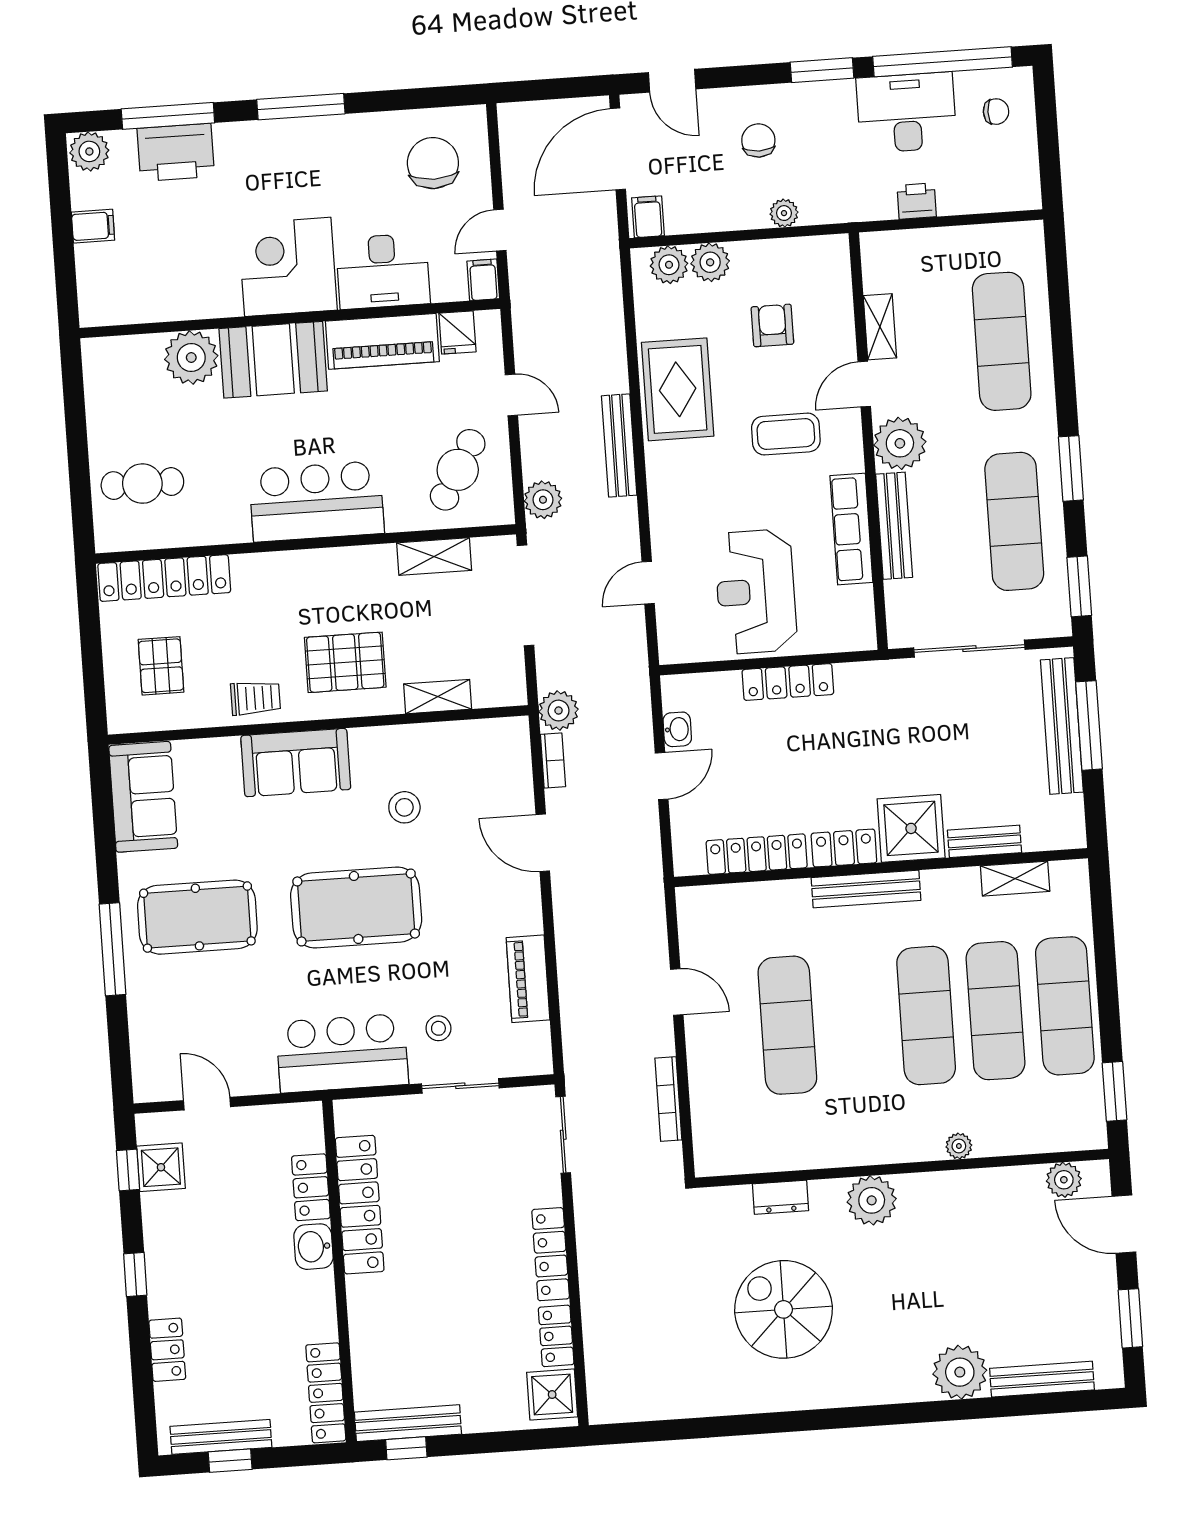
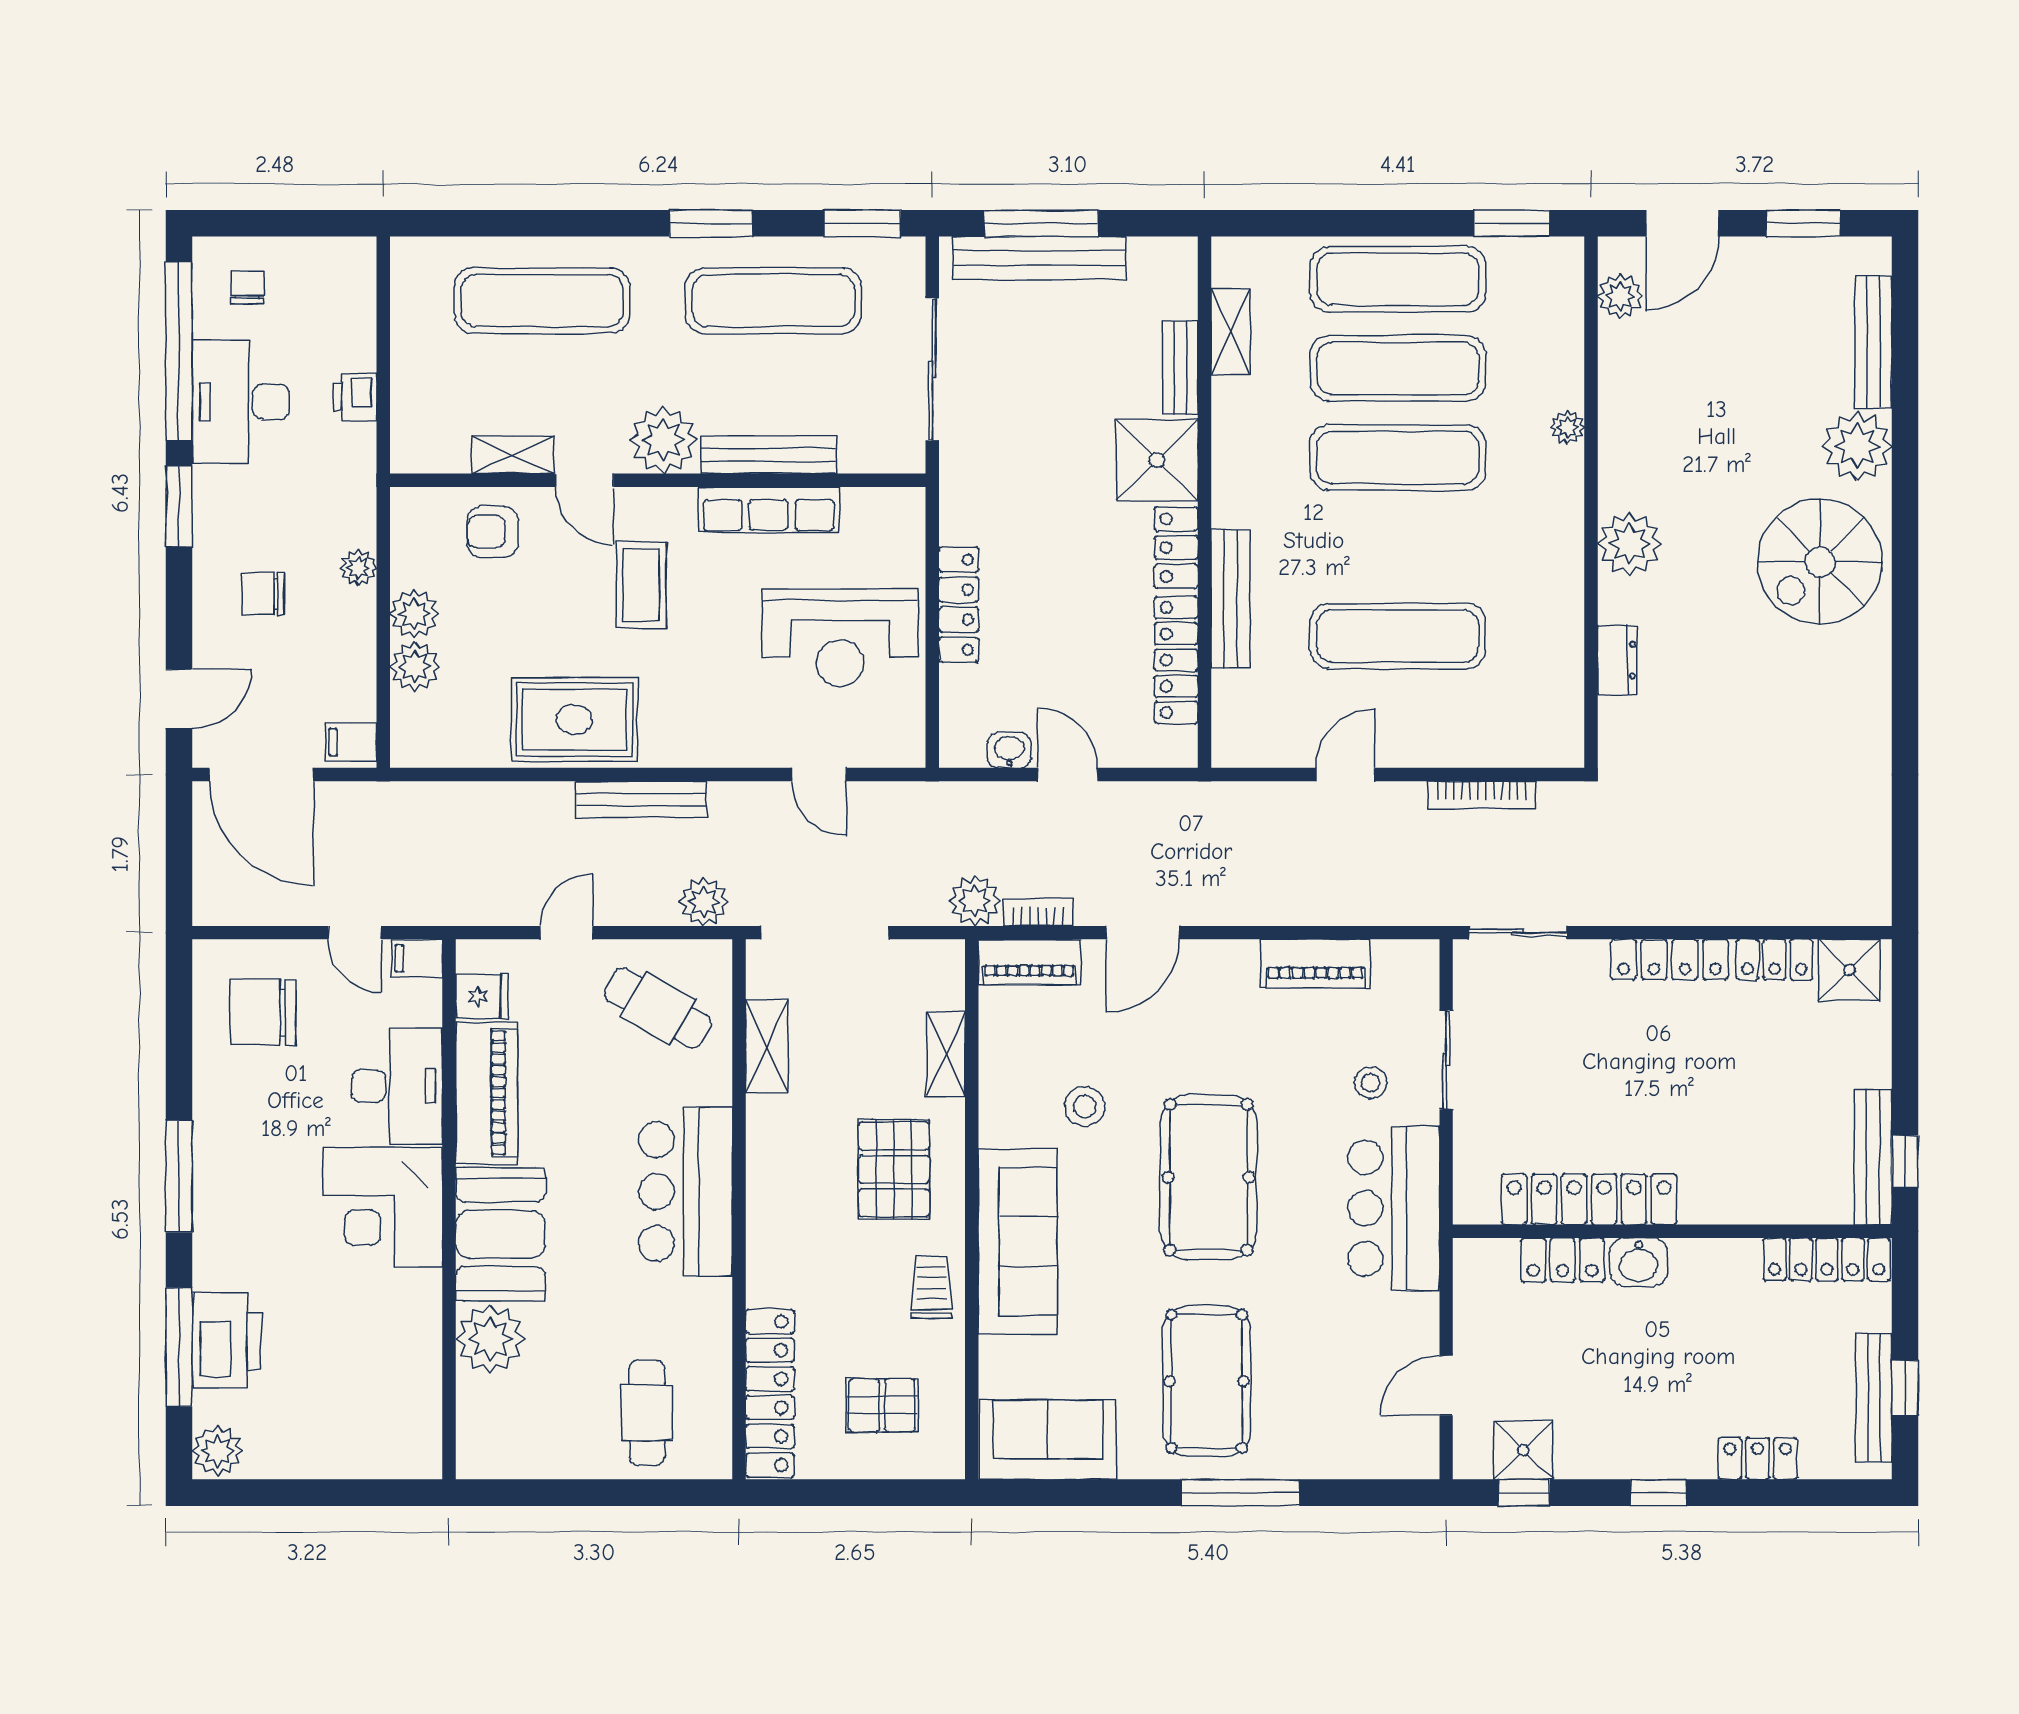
filing cabinet: (93, 226) -> (313, 1453), removed
plant: (669, 265) -> (414, 614), moved
armchair: (772, 325) -> (493, 532), moved
piano: (514, 756) -> (1029, 962), added
sofa: (296, 763) -> (1018, 1241), width x1.36
bench: (866, 889) -> (1230, 599), moved
spiral stairs: (784, 1309) -> (1820, 562), moved

